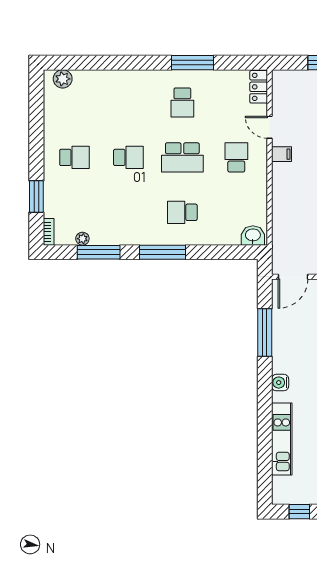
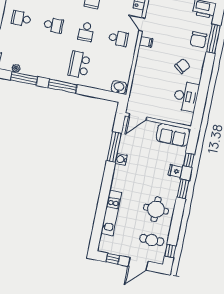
school desk: (74, 157) -> (21, 19), turned 180
school desk: (182, 157) -> (86, 32), width x0.54
school desk: (236, 157) -> (118, 38), turned 90
school desk: (182, 212) -> (79, 65), width x1.85
water cooler: (280, 383) -> (121, 159), moved

